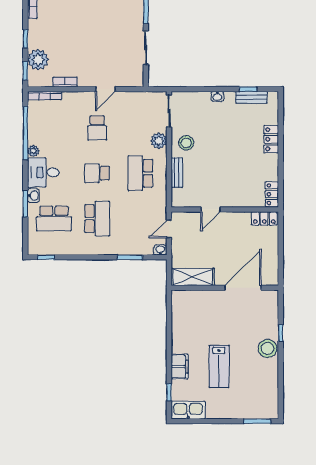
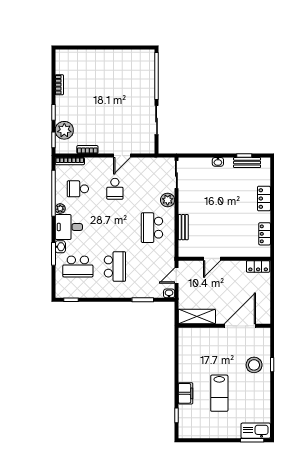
stool: (186, 143) -> (191, 202), removed
school desk: (97, 173) -> (78, 189), moved
locker: (272, 194) -> (265, 234), moved
stool: (268, 348) -> (254, 365), moved
kitchen sink: (188, 410) -> (256, 431), moved

